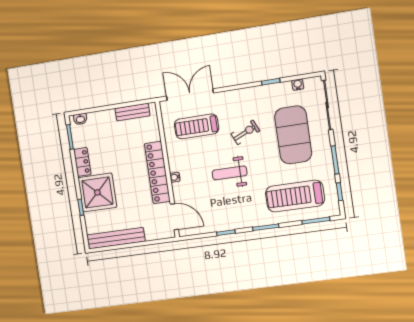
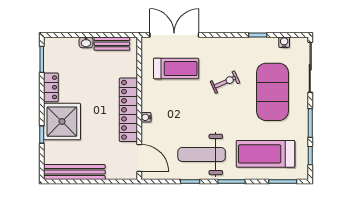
washbasin: (80, 119) -> (86, 42), moved
treadmill: (197, 126) -> (176, 69), turned 180
weight bench: (230, 173) -> (202, 154), moved, width x1.36, depth x1.33

